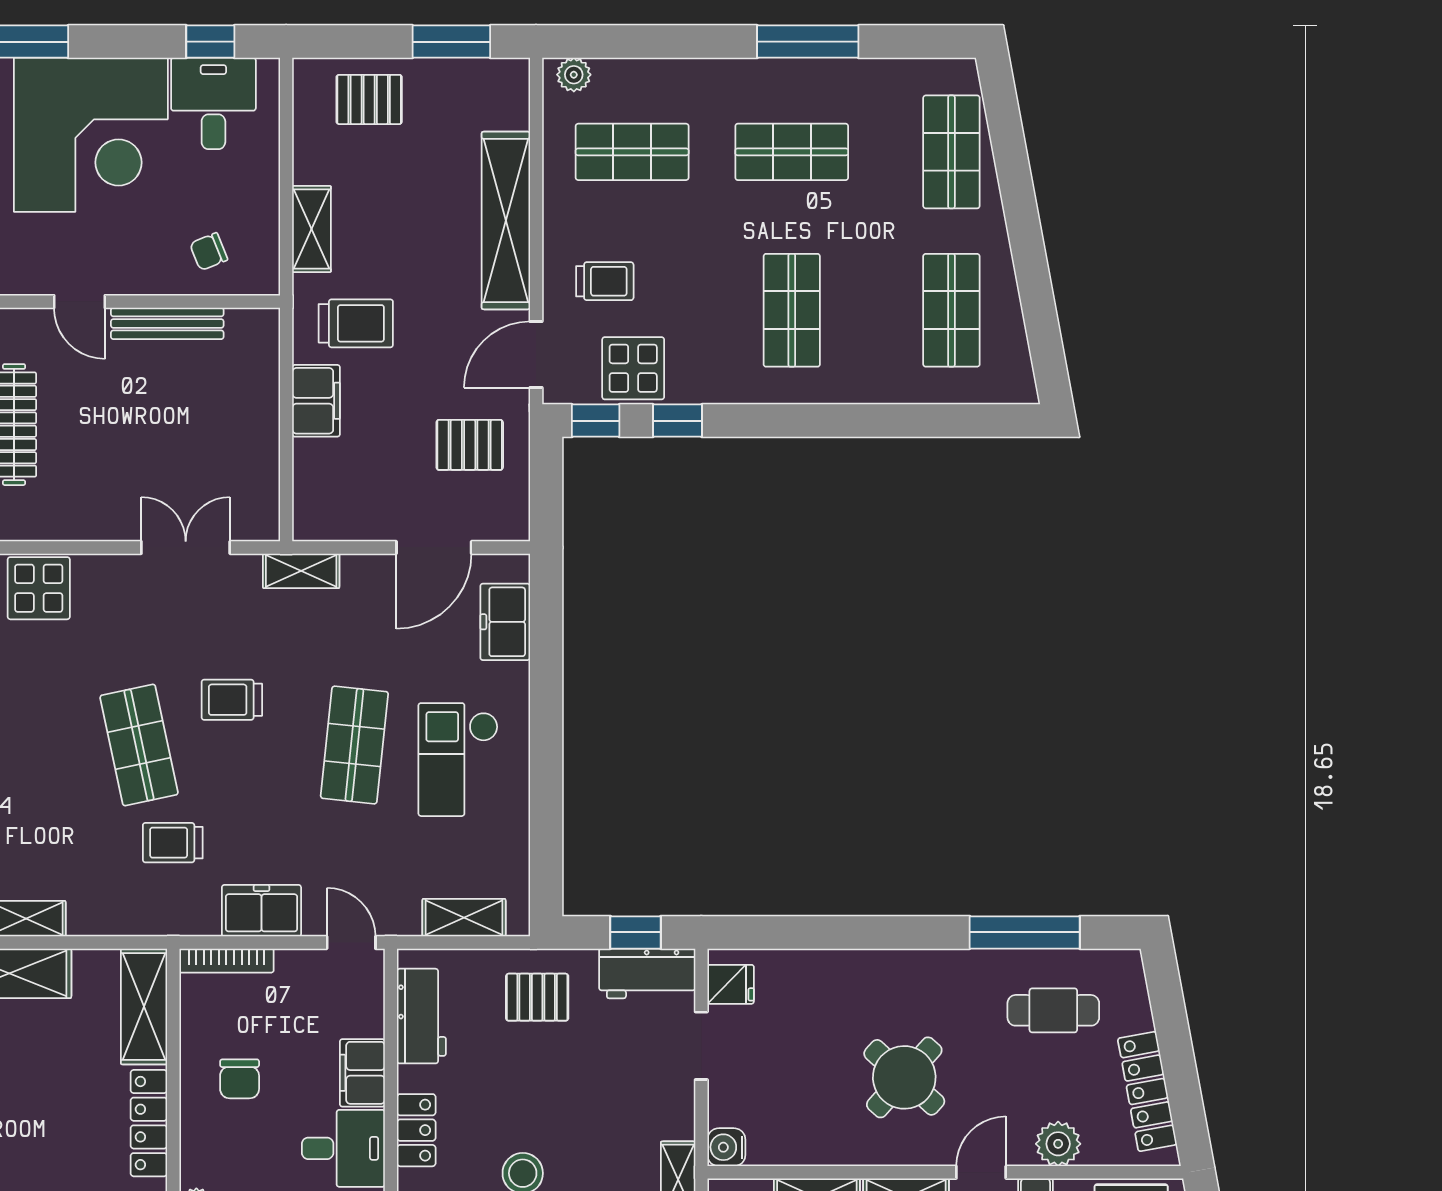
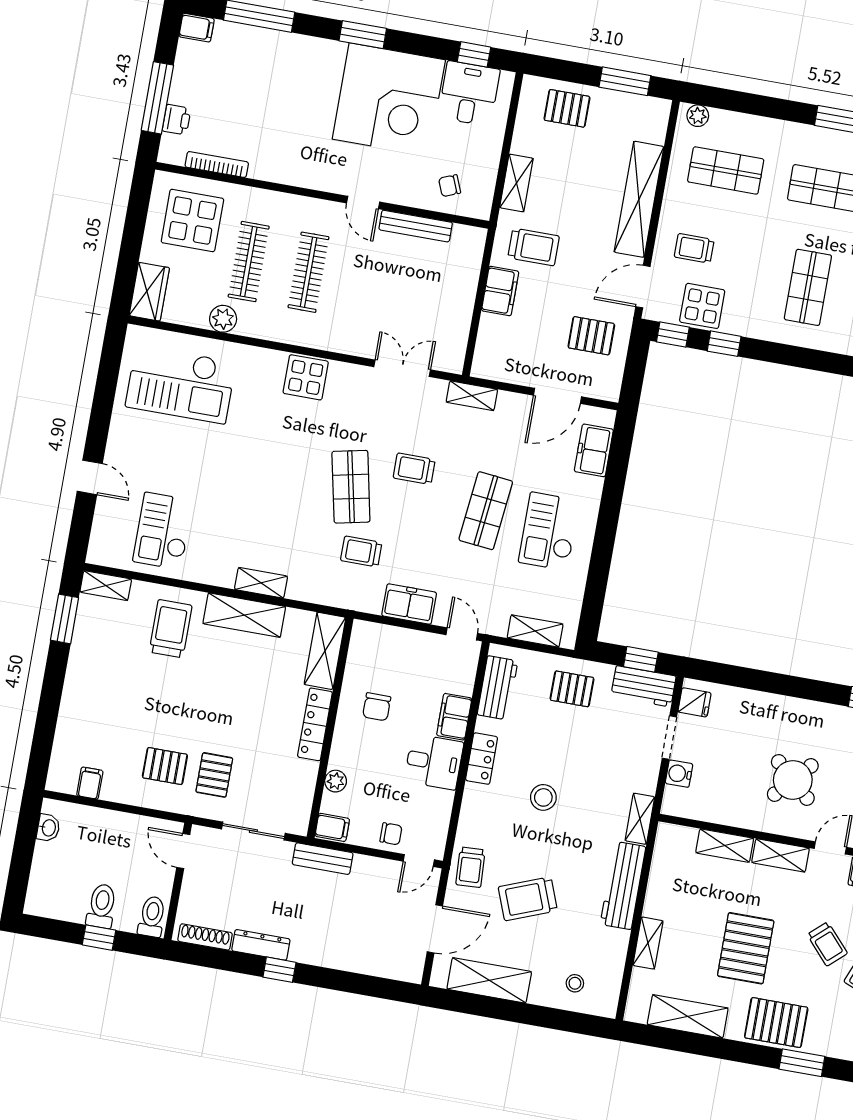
trolley: (605, 281) -> (694, 248), turned 180
bookcase: (226, 961) -> (382, 631), removed
water cooler: (726, 1147) -> (679, 774), moved

